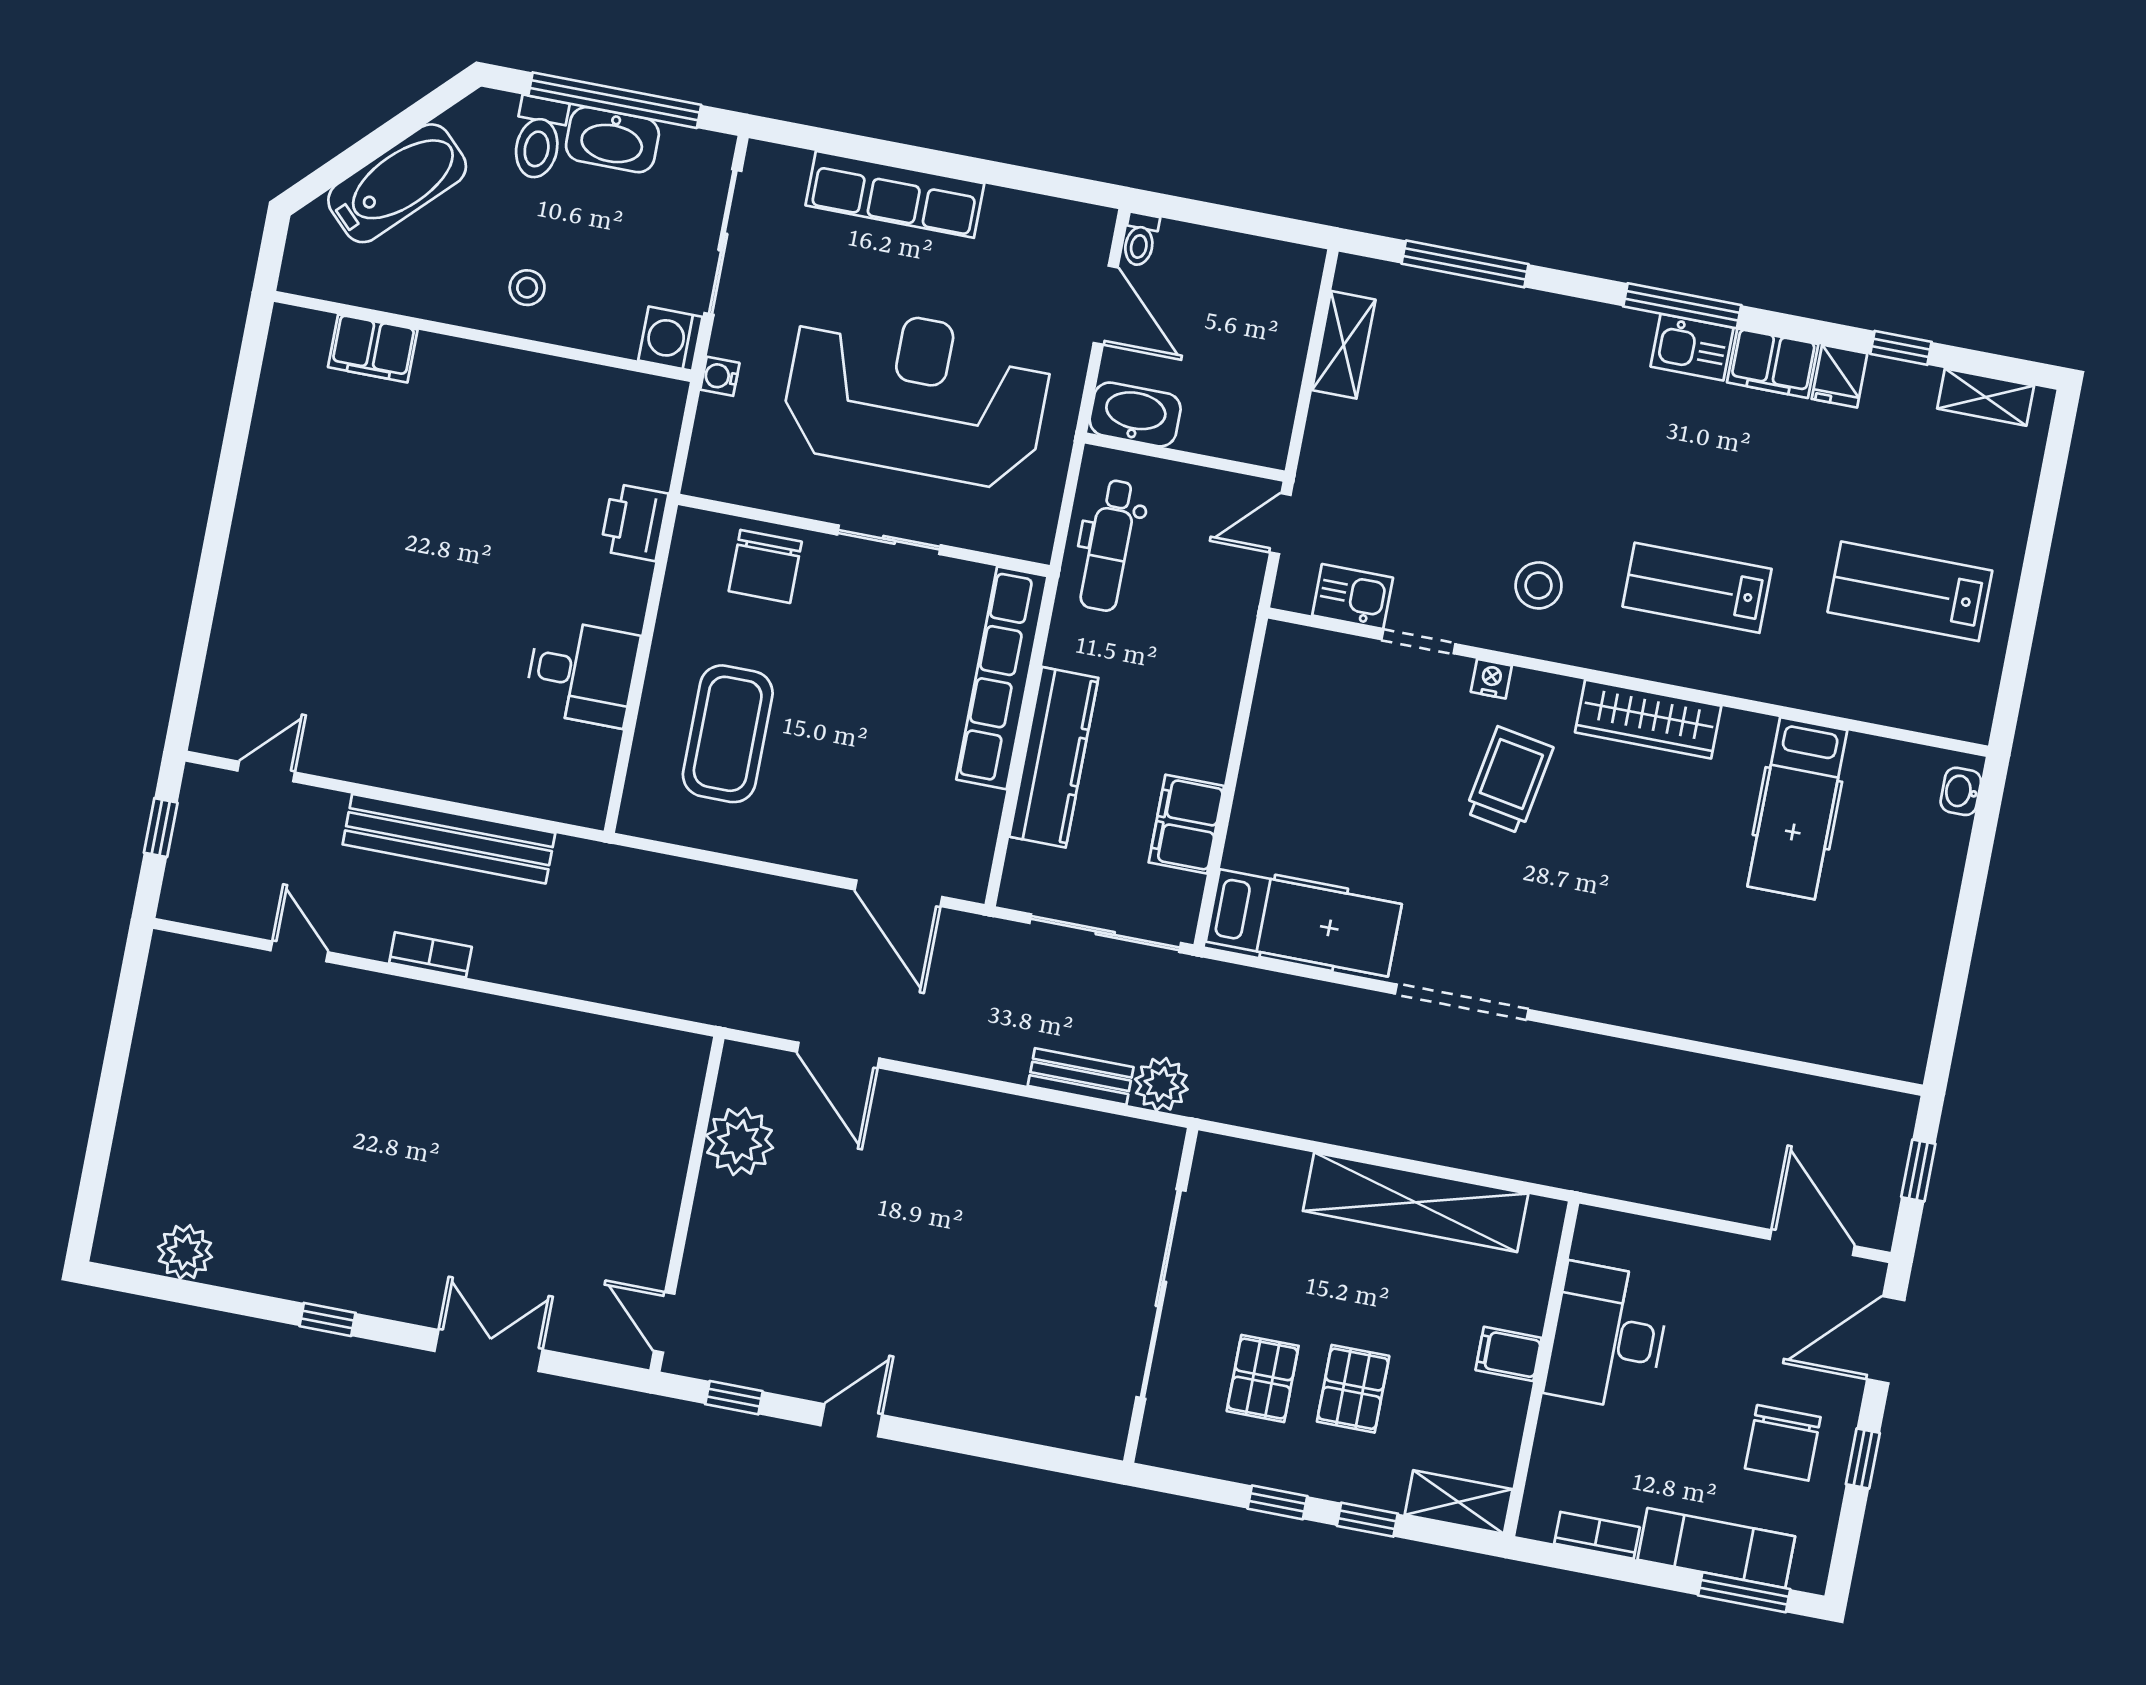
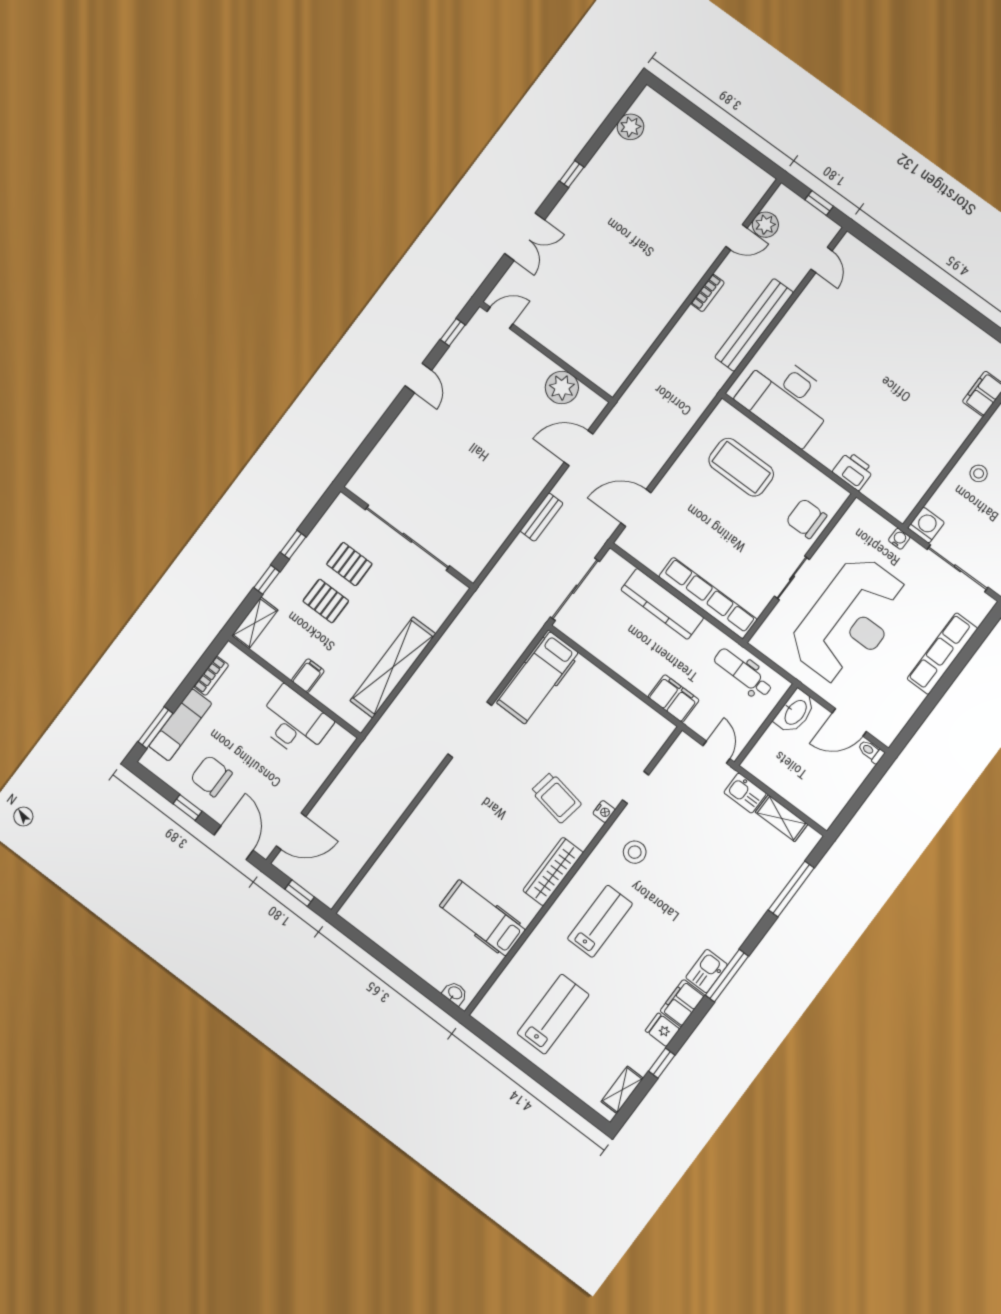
kitchen sink: (1353, 597) -> (745, 793), moved, turned 90
desk: (582, 673) -> (787, 399), width x1.87, depth x1.30
filing cabinet: (1186, 824) -> (673, 699), moved
bench: (1081, 1076) -> (542, 517), moved
plant: (1161, 1084) -> (765, 225), moved

